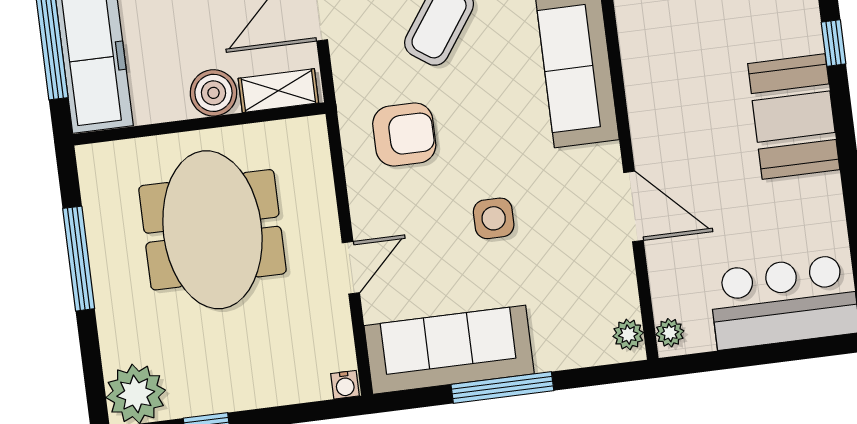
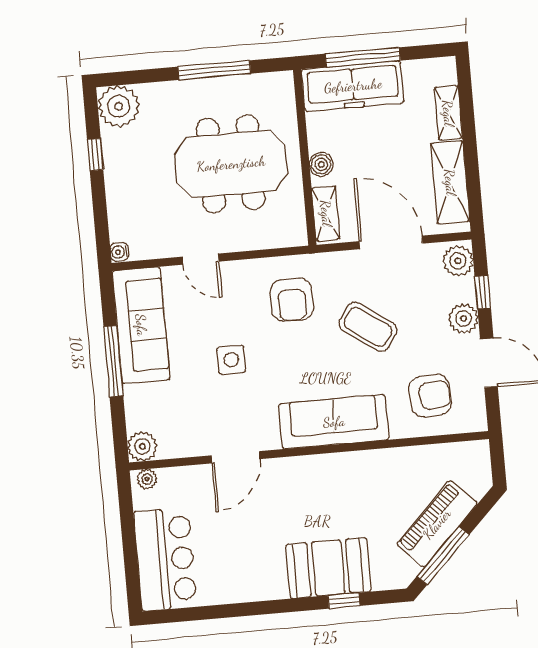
boiler: (213, 93) -> (321, 164), width x0.73, depth x0.73
booth: (794, 117) -> (328, 568), moved
plant: (628, 335) -> (142, 446), width x1.38, depth x1.38

